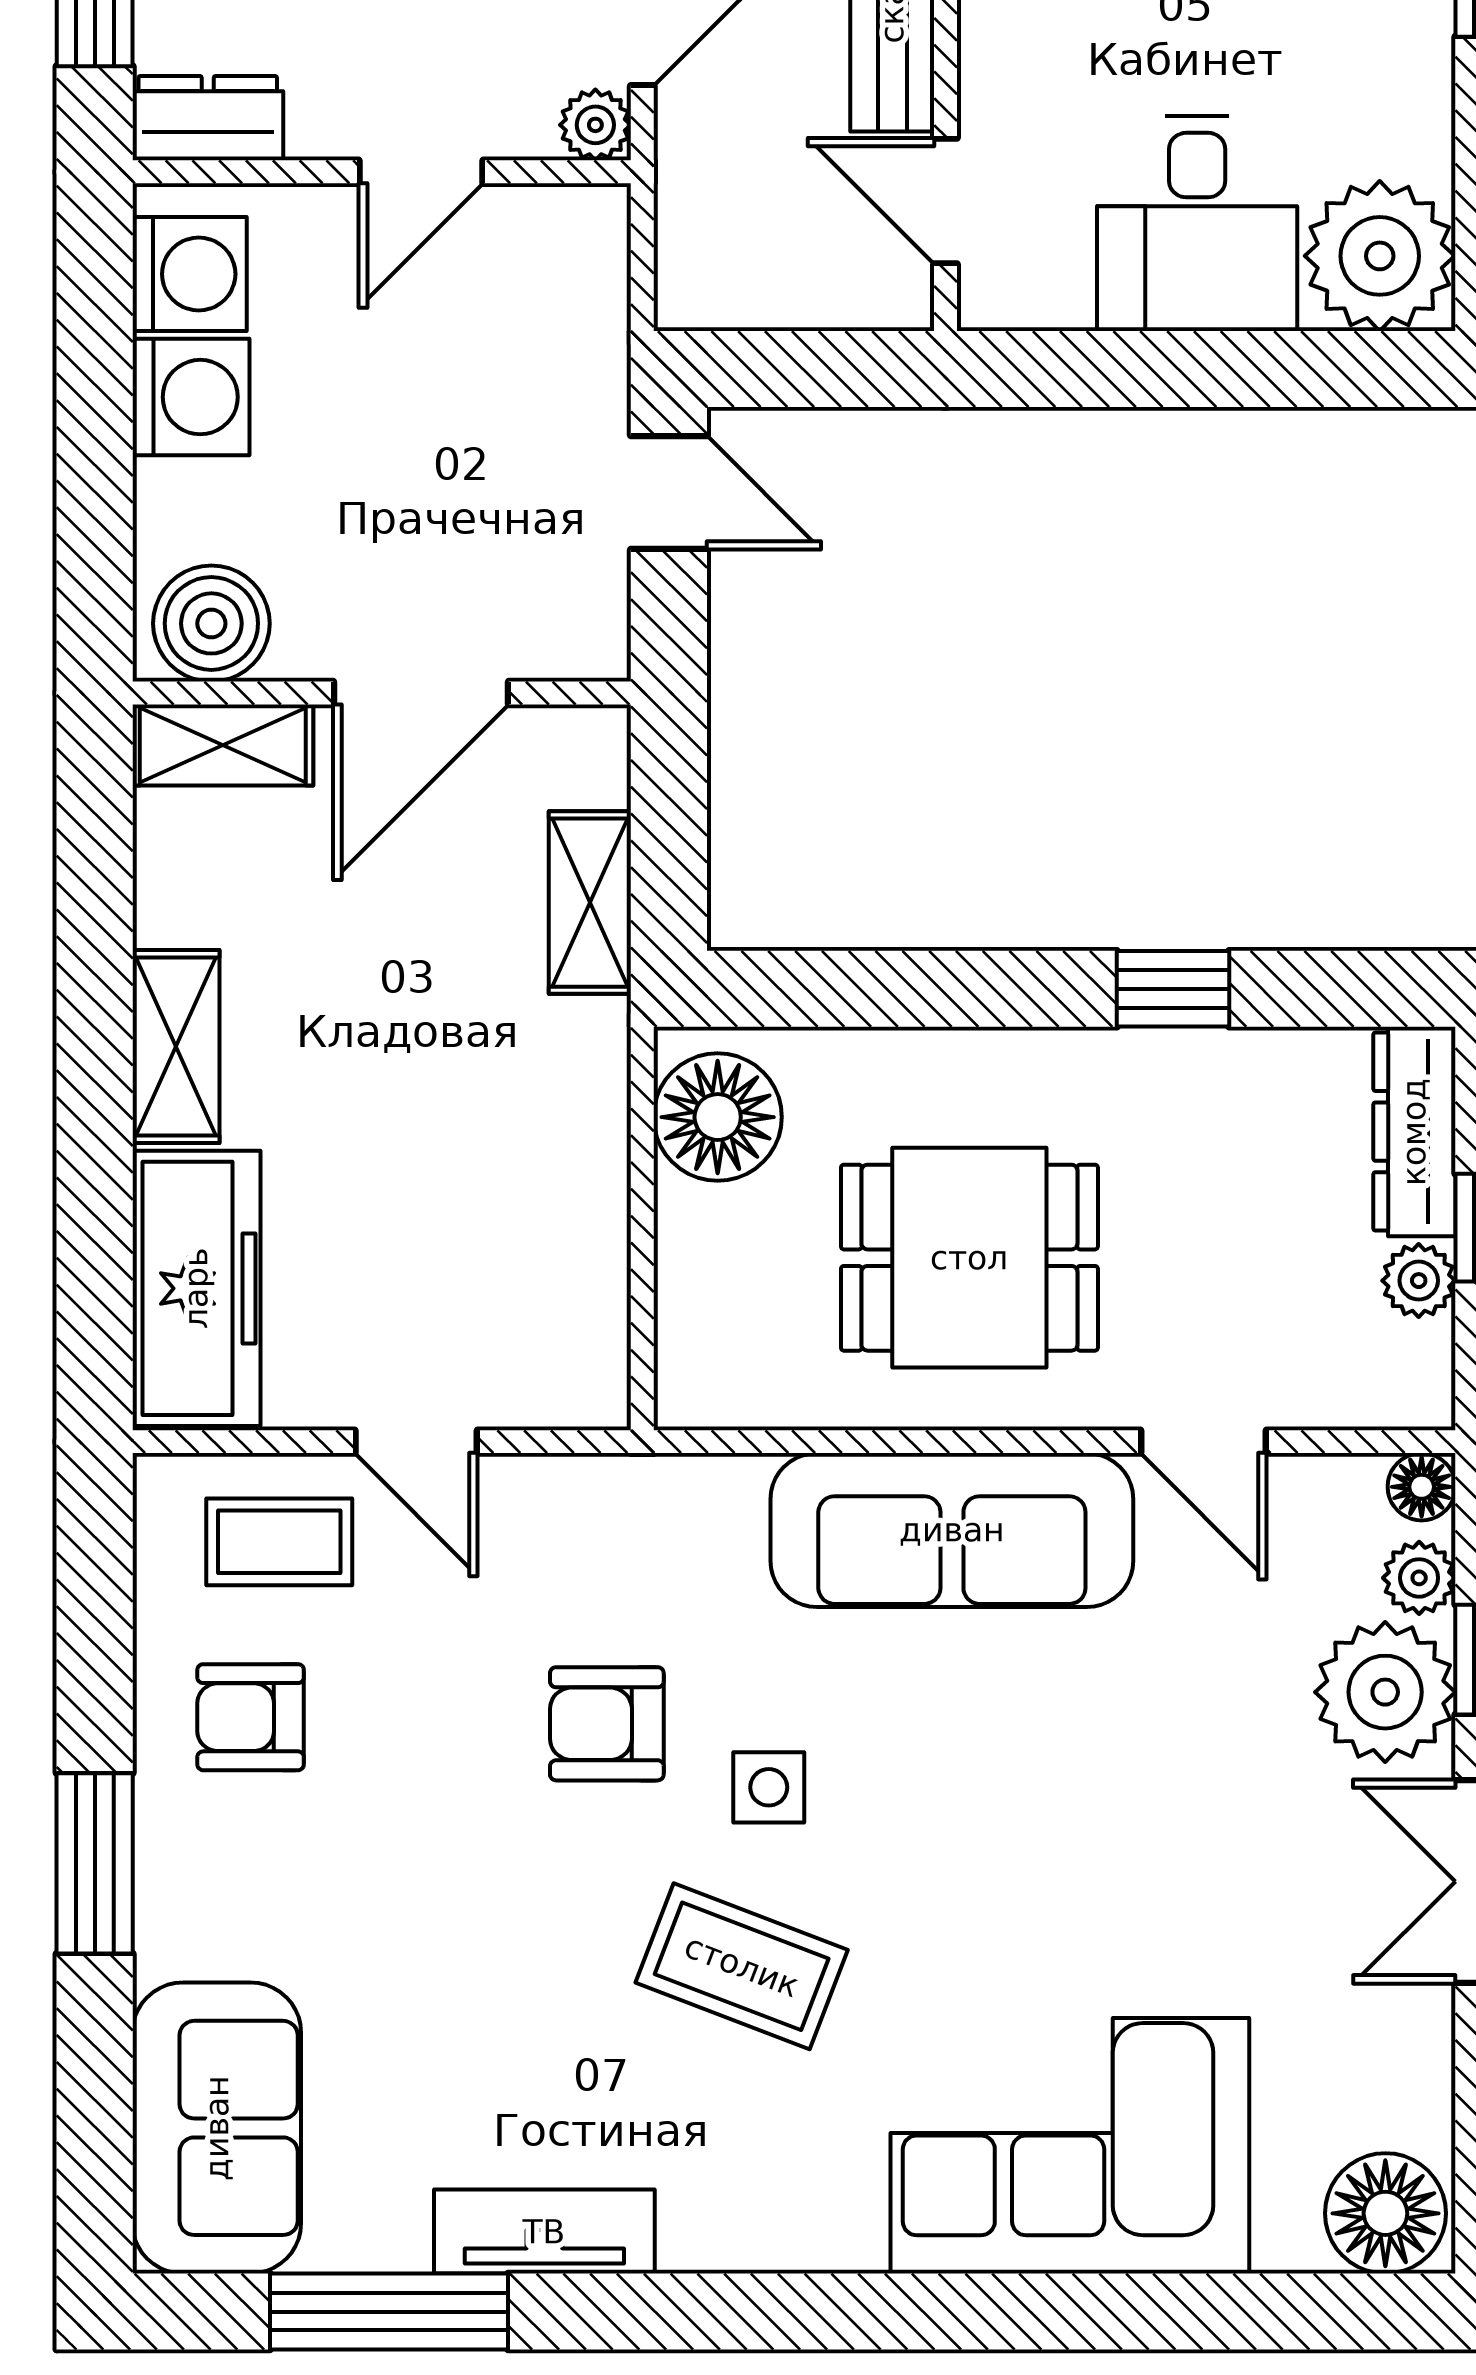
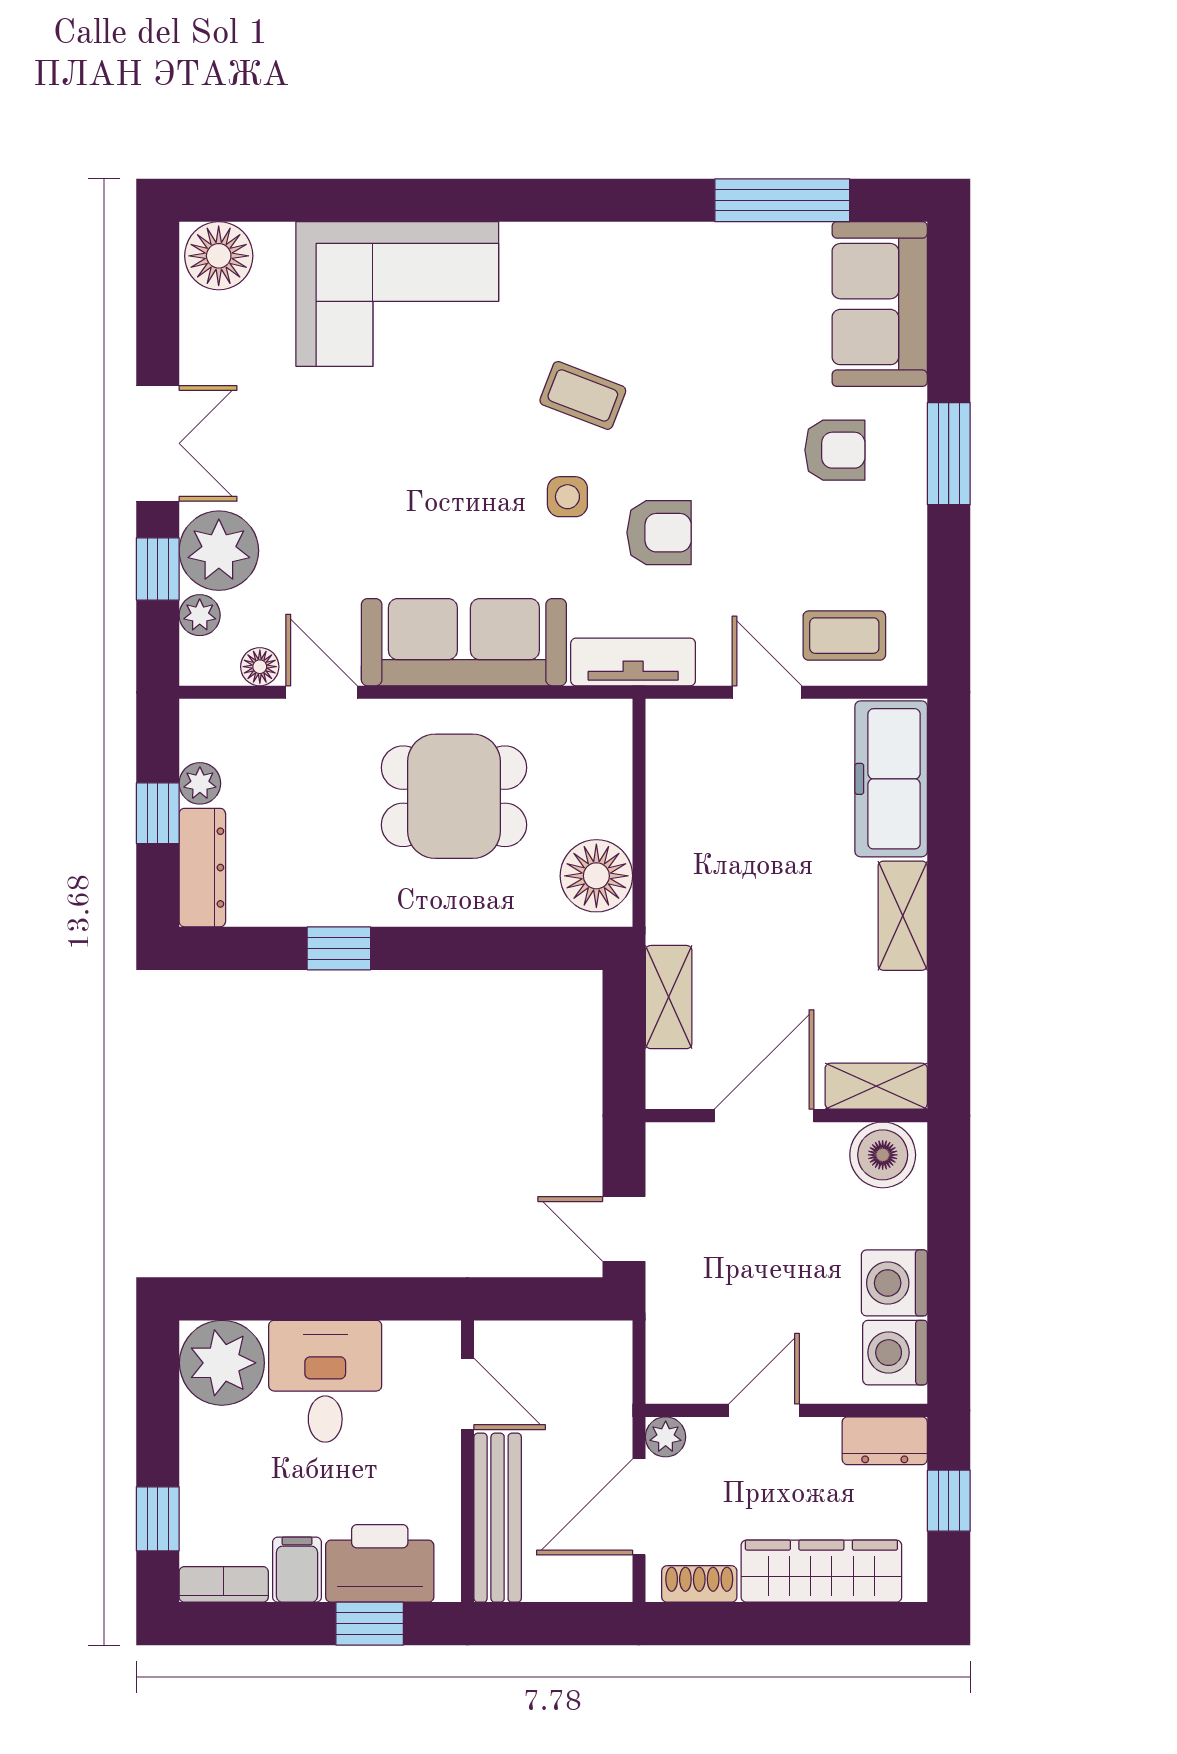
floor lamp: (1422, 1487) -> (260, 667), moved
armchair: (251, 1717) -> (835, 450), moved
coffee table: (742, 1966) -> (583, 395), width x0.73, depth x0.77
tv unit: (544, 2232) -> (633, 662), moved, turned 180

